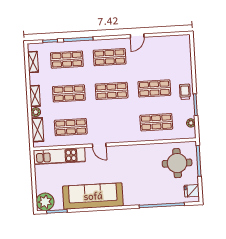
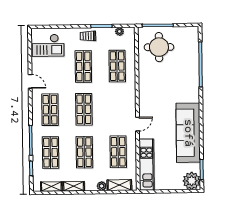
checkout: (174, 52) -> (48, 45), added
shelving: (35, 96) -> (74, 186), moved
fridge: (192, 191) -> (187, 34), removed

